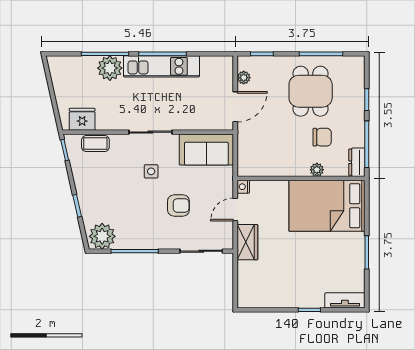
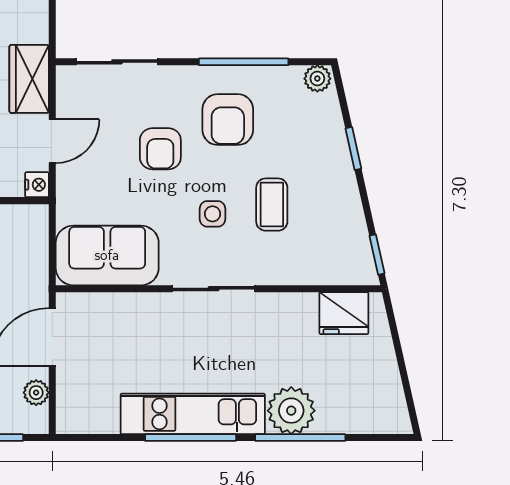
coffee table: (95, 144) -> (272, 205), moved, turned 90
armchair: (178, 206) -> (160, 149), turned -90
armchair: (143, 221) -> (228, 120), added
plant: (102, 236) -> (317, 79), width x0.53, depth x0.53

